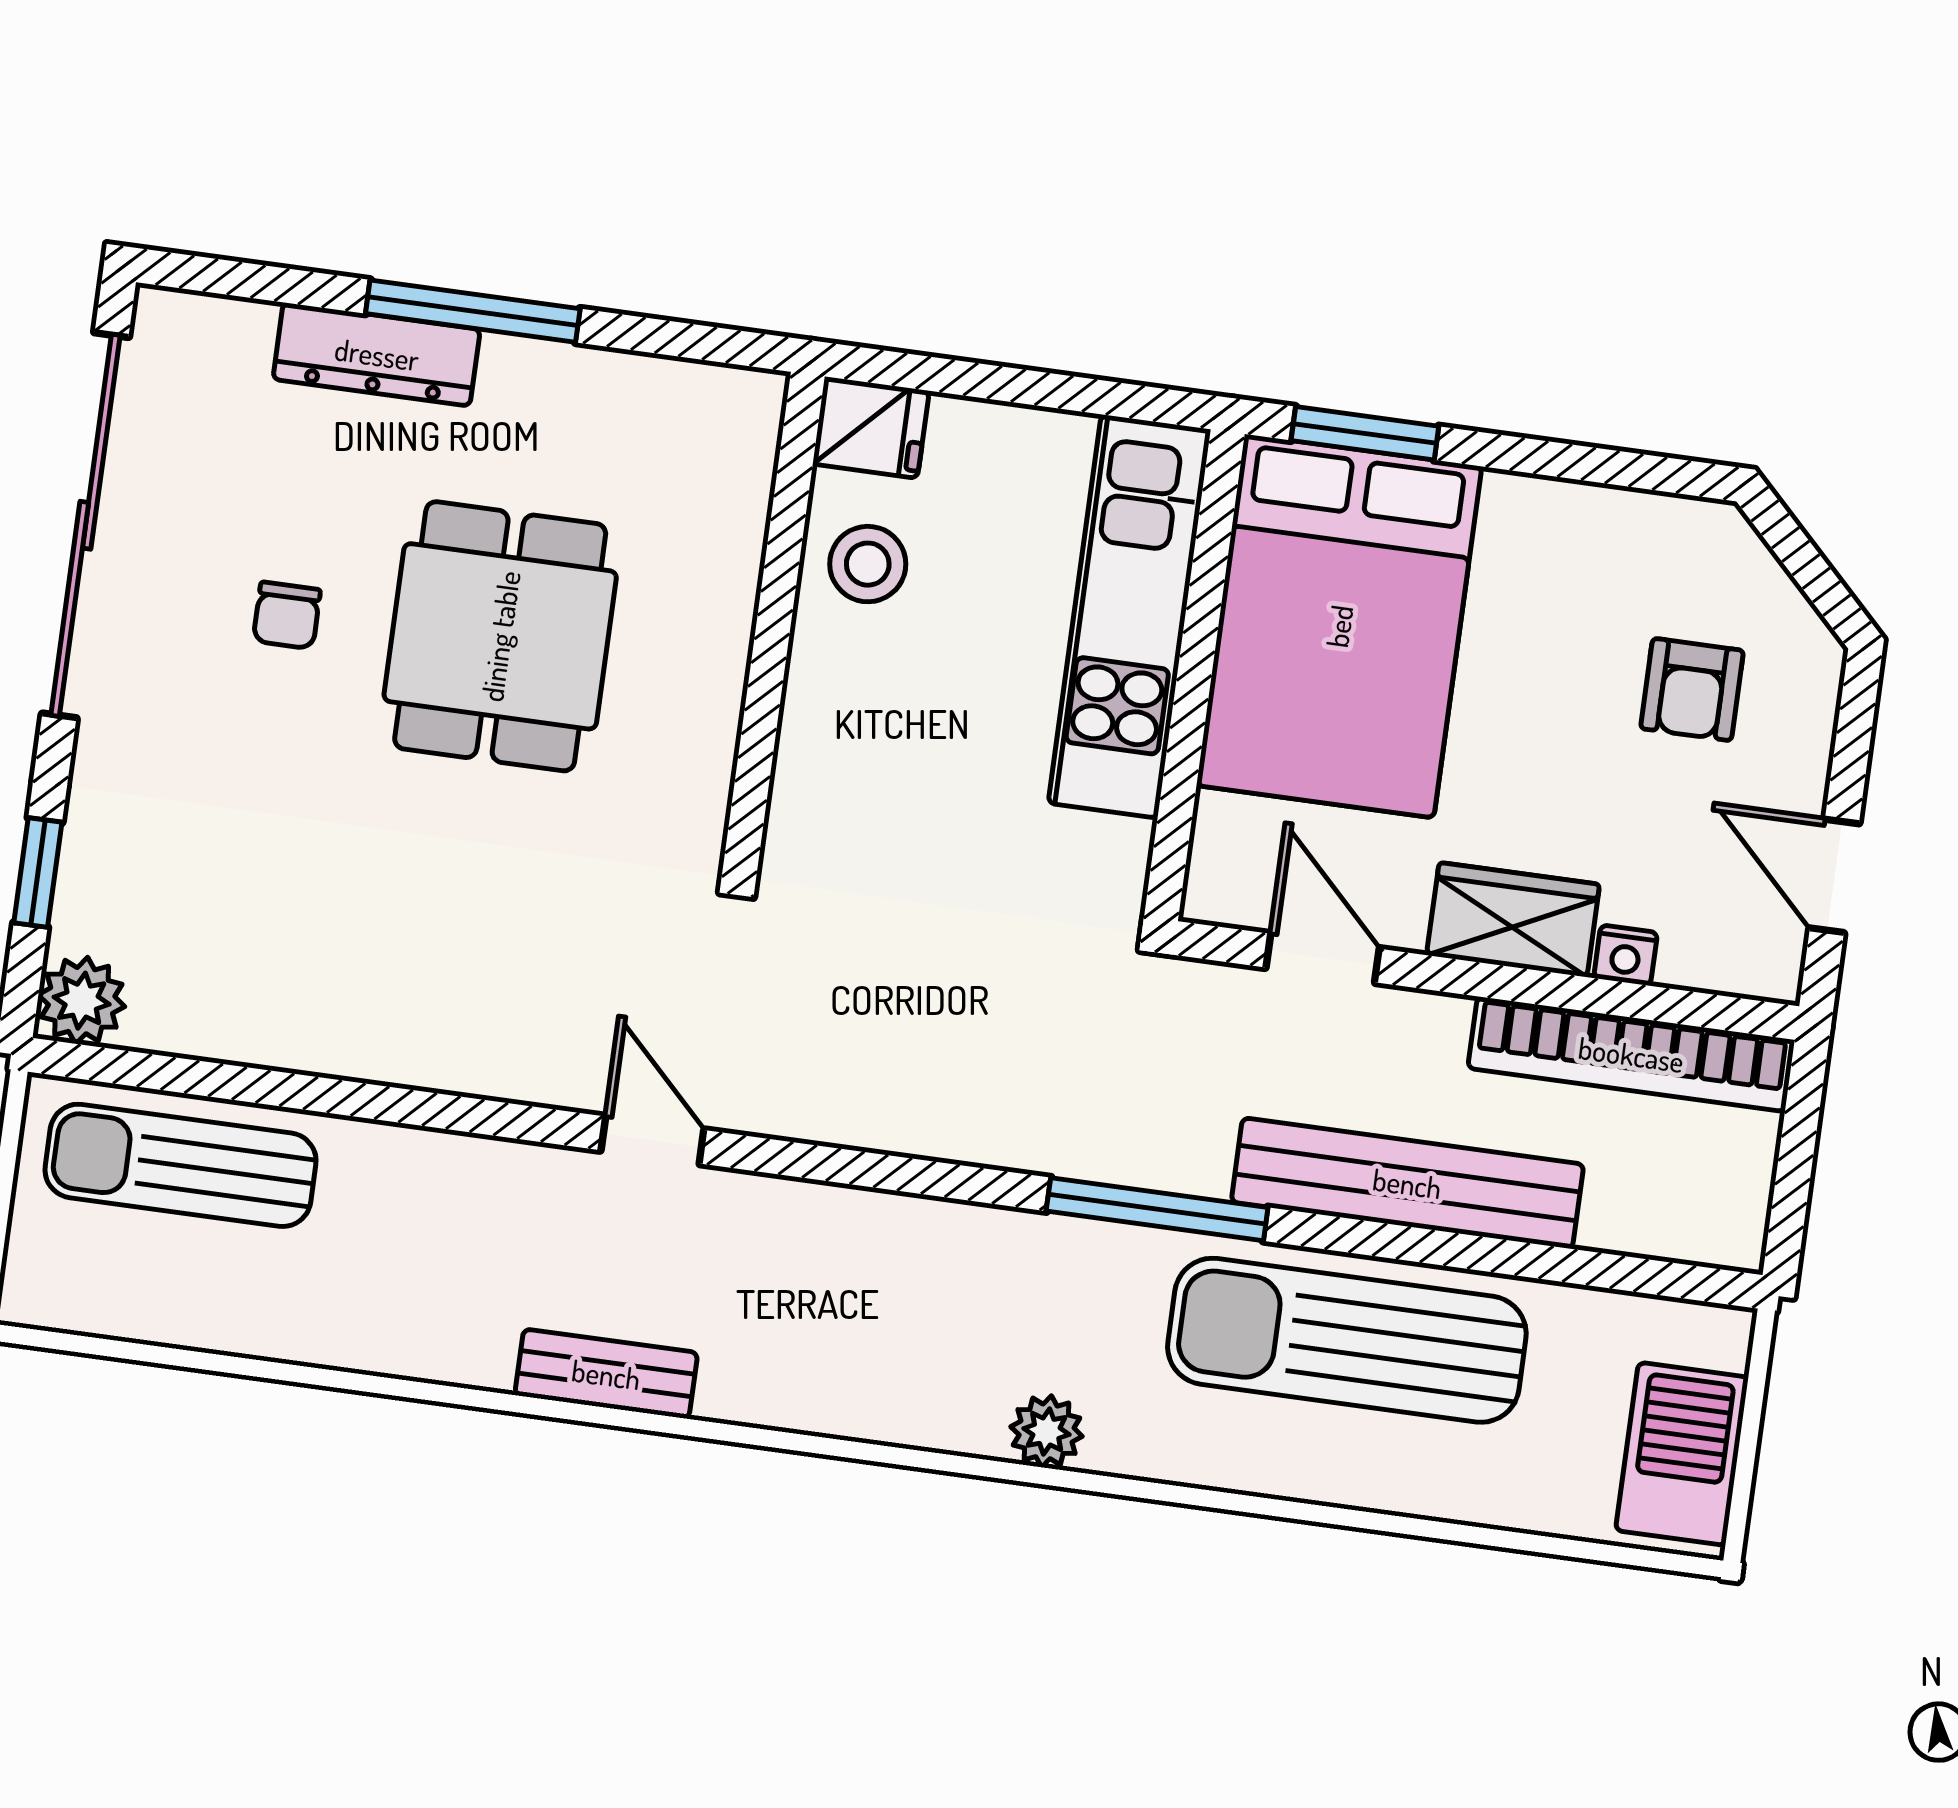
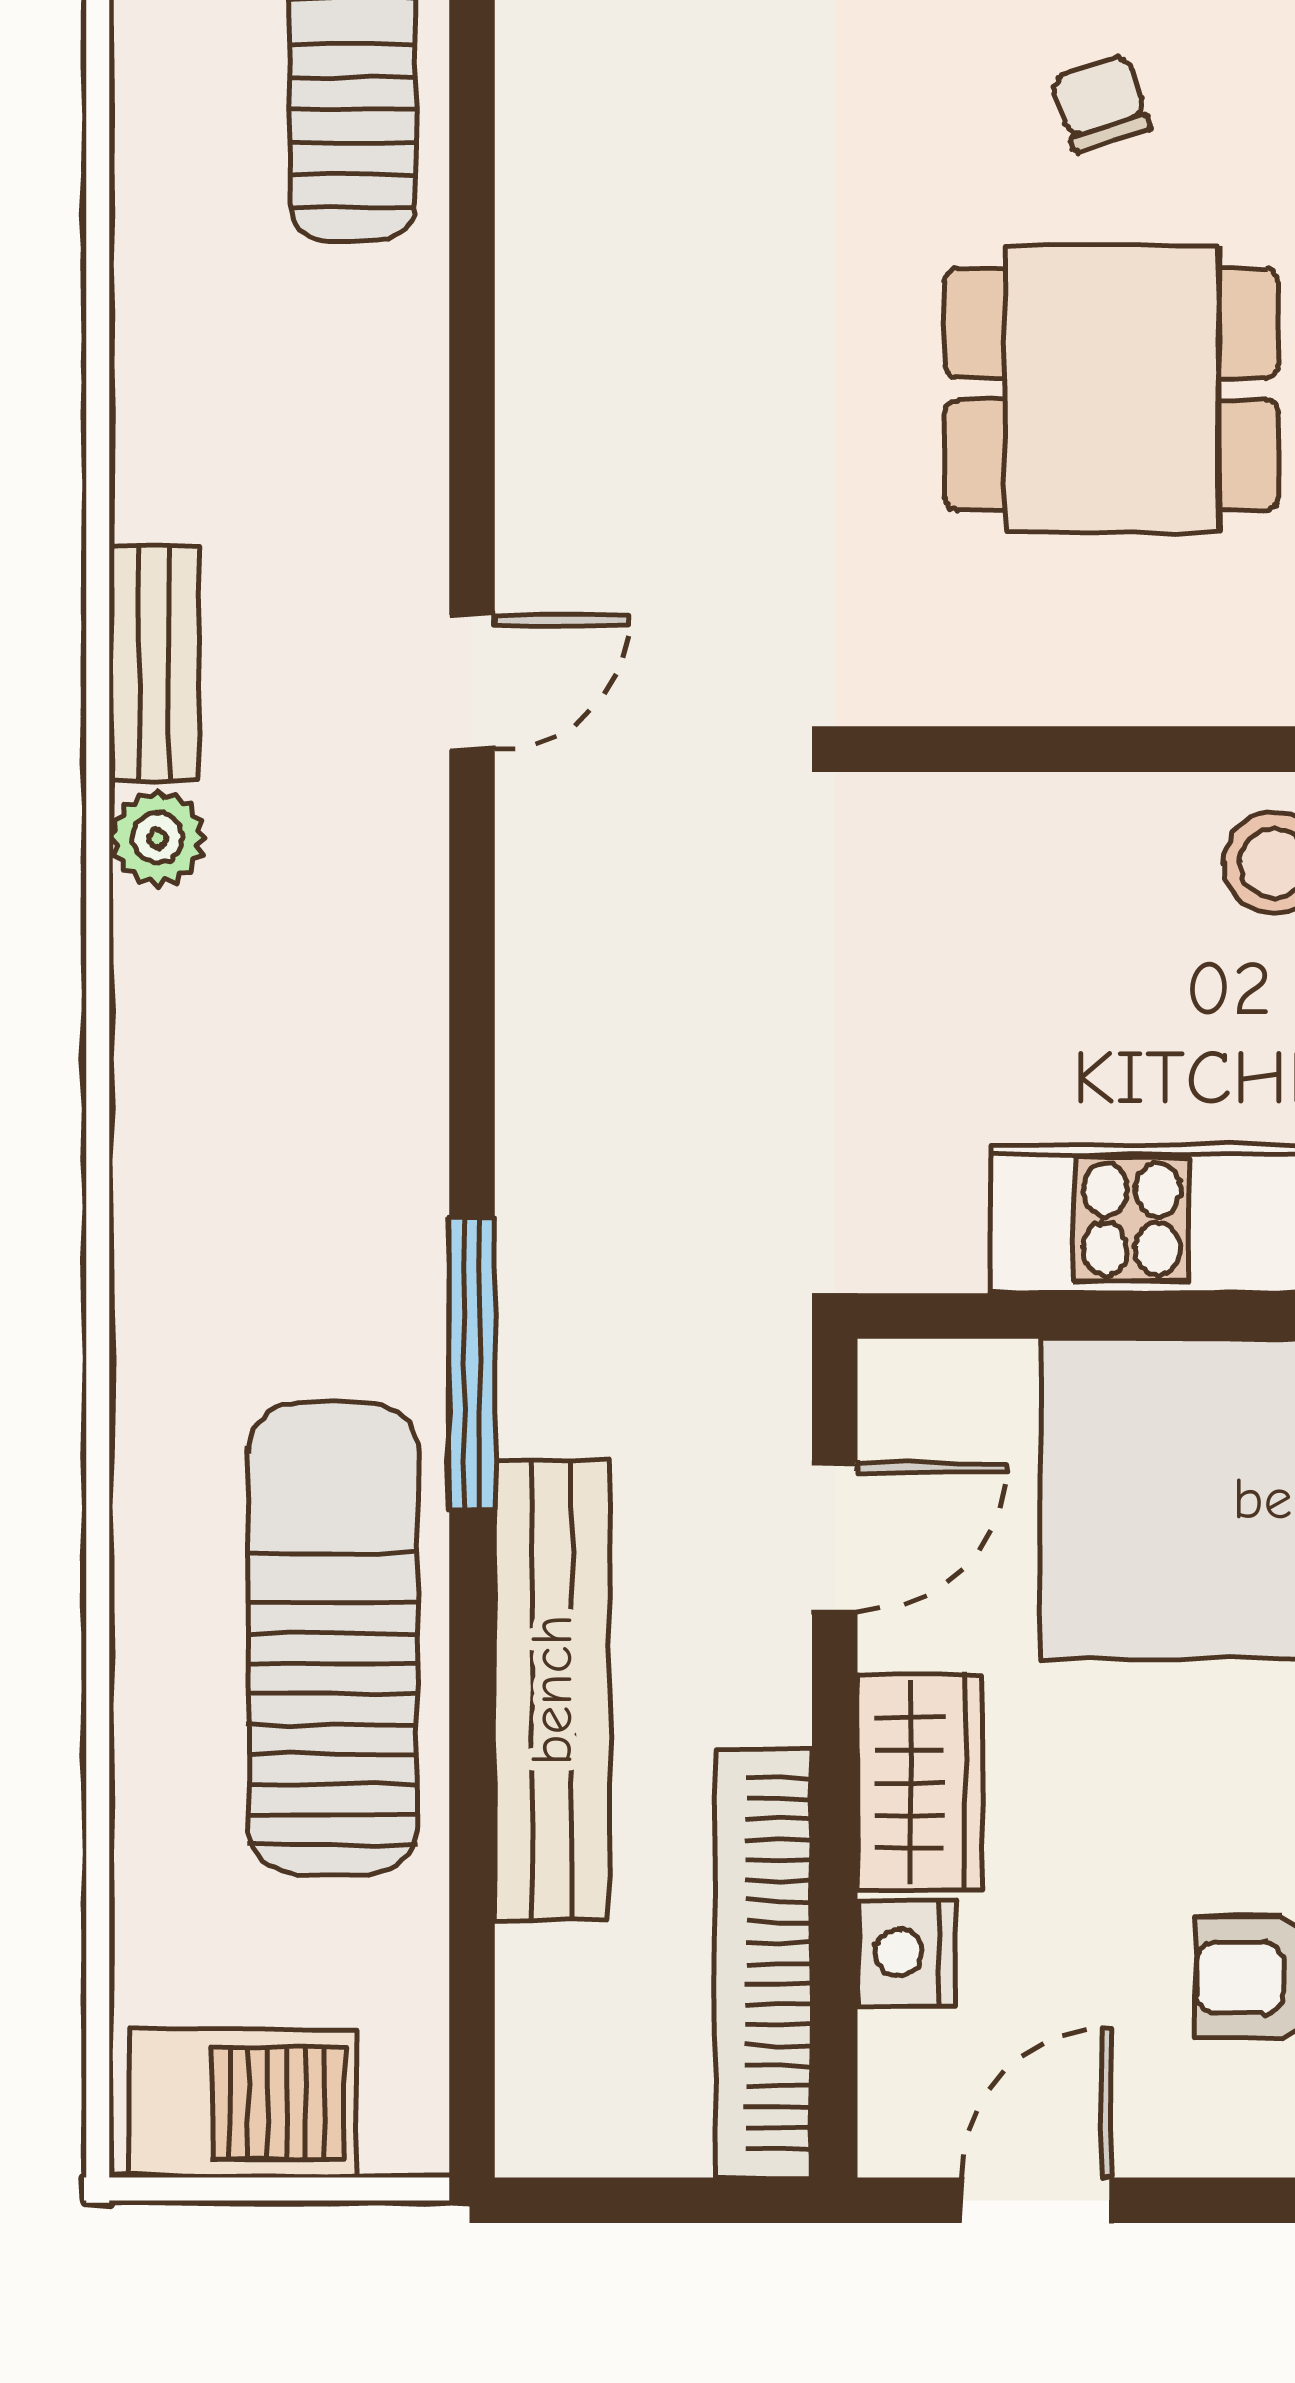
chair: (287, 615) -> (1101, 103), turned 72
nightstand: (1626, 955) -> (906, 1953), width x1.39, depth x1.35
plant: (1047, 1431) -> (157, 838), moved

